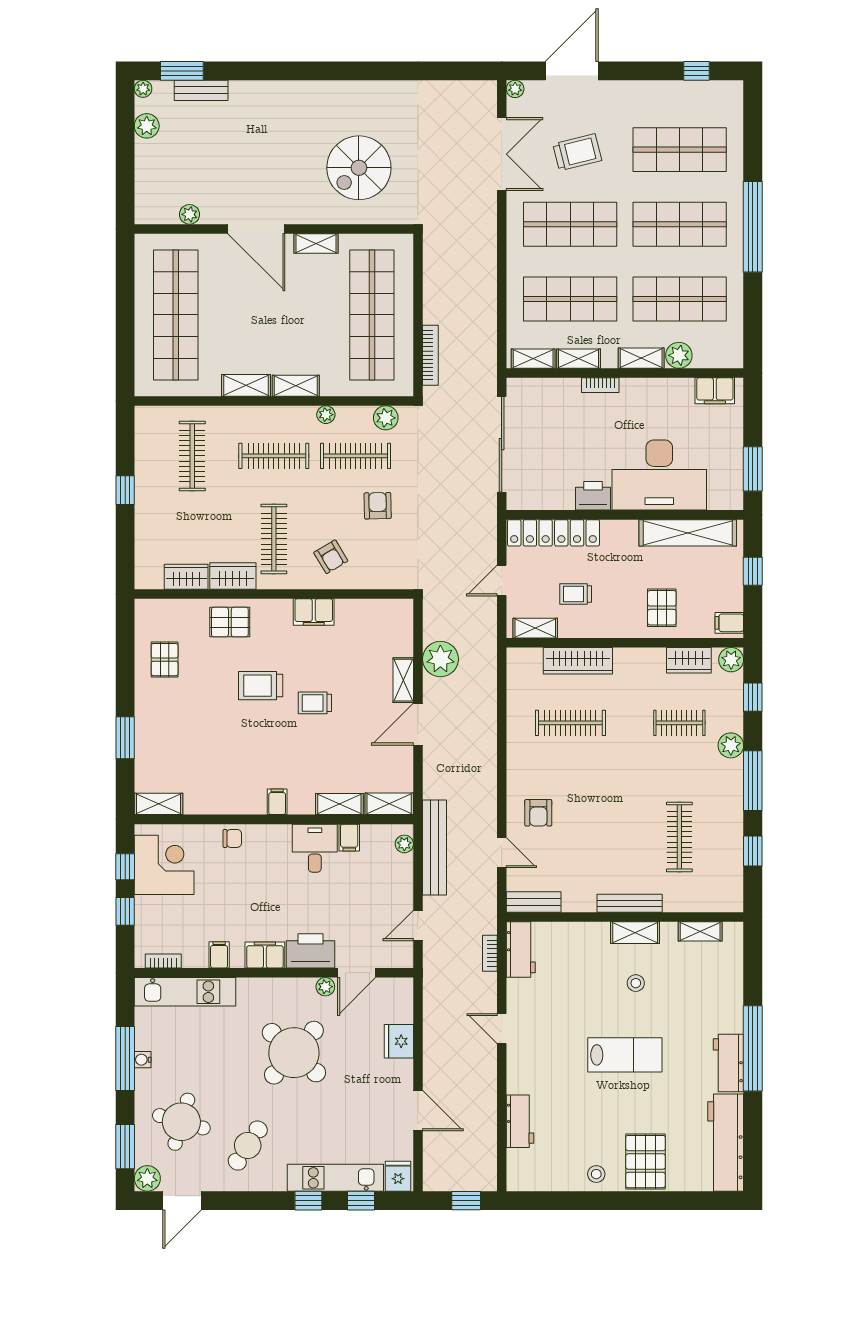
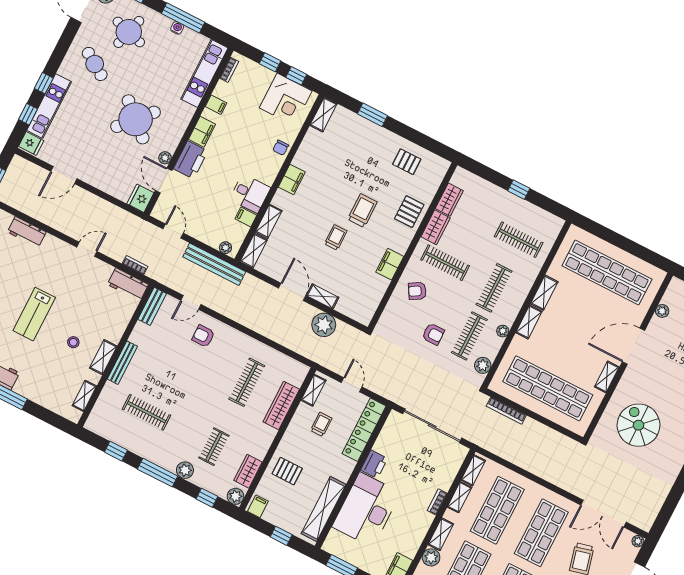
filing cabinet: (277, 802) -> (292, 179), width x2.00
fridge: (399, 1041) -> (140, 198), moved, turned -90

